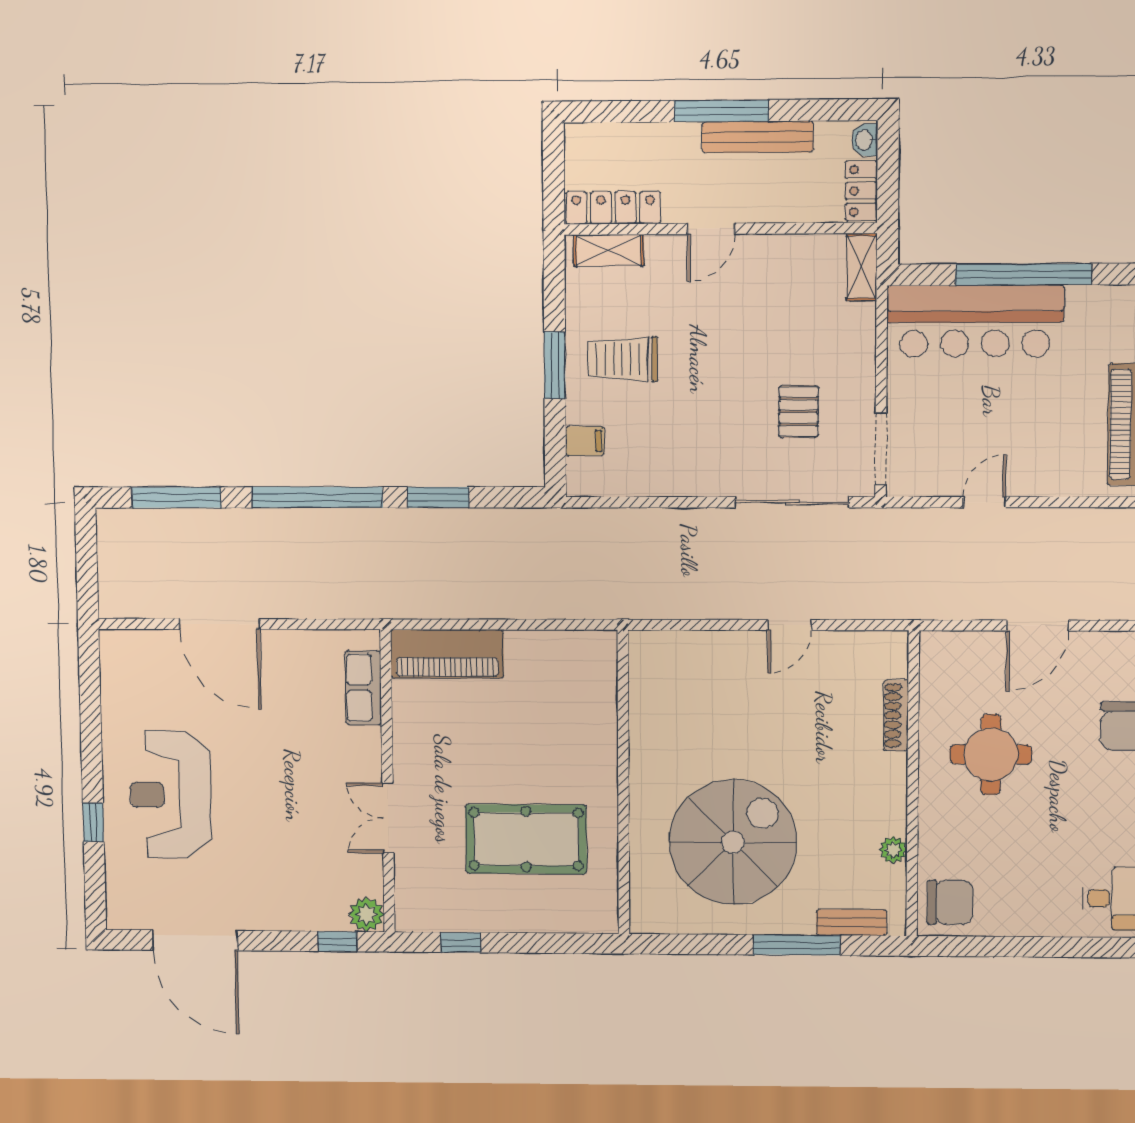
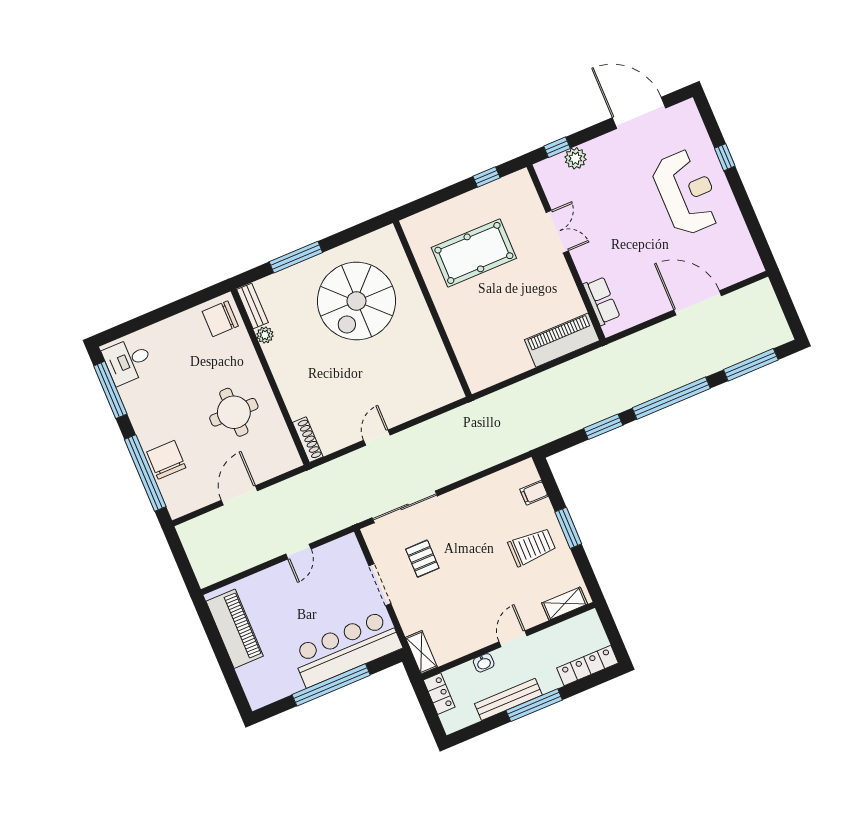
washbasin: (865, 140) -> (484, 663), moved, turned 90
locker: (613, 208) -> (587, 665), moved, turned 180
doorway: (881, 449) -> (380, 585), moved
shoe rack: (896, 715) -> (308, 440), moved
plant: (367, 914) -> (575, 158), moved
bench: (852, 922) -> (252, 306), moved, turned 90

